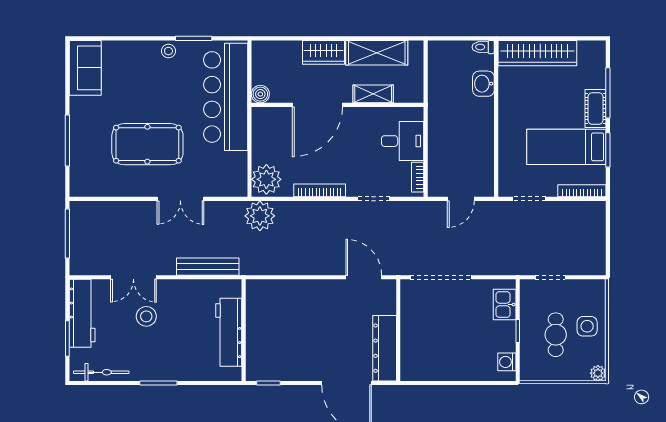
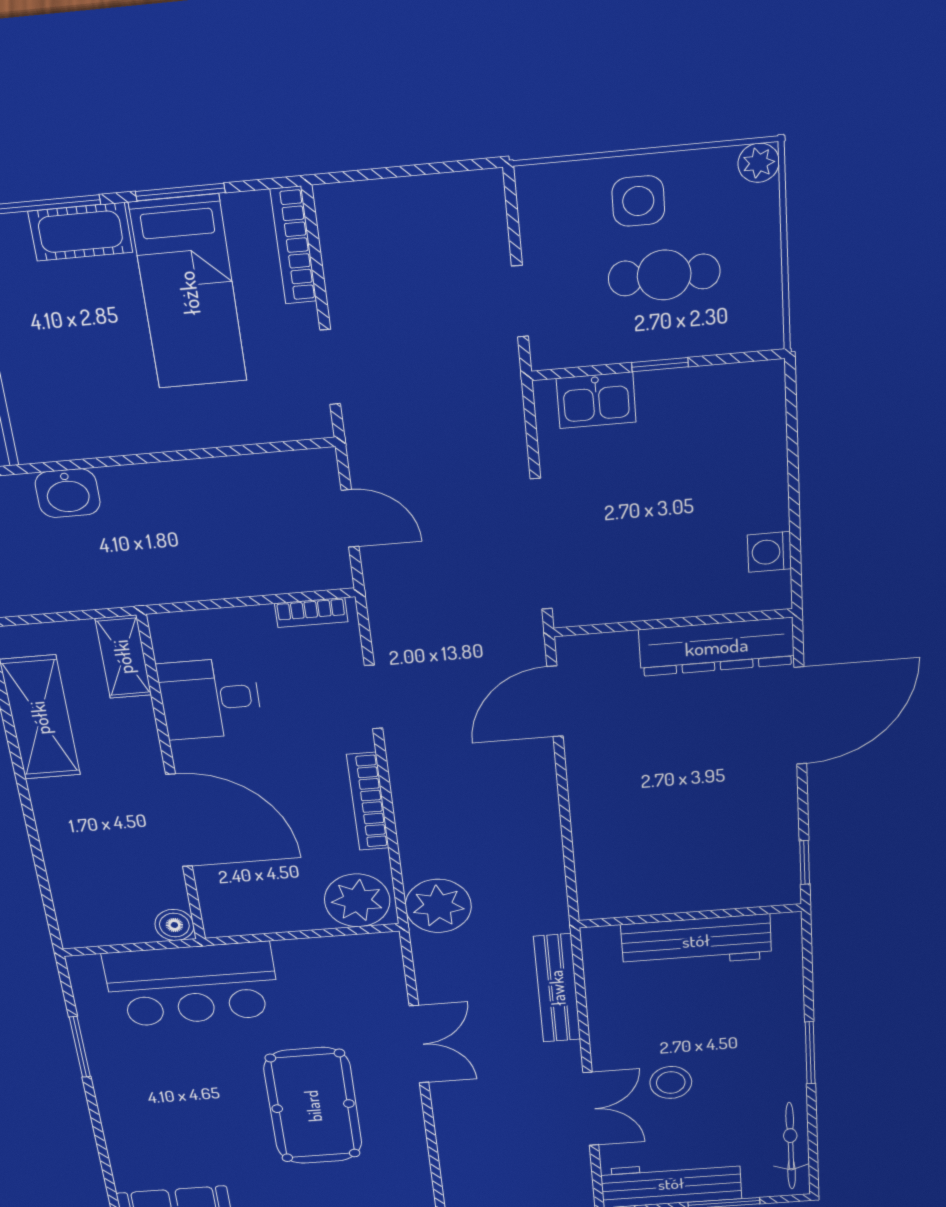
stool: (168, 51) -> (115, 1086), removed
wardrobe: (323, 52) -> (61, 818), removed
shelving: (373, 94) -> (123, 657), moved
bar counter: (226, 97) -> (192, 984), width x0.73
desk: (403, 141) -> (210, 699), moved, turned -90
washing machine: (507, 362) -> (769, 552), moved, turned 90

